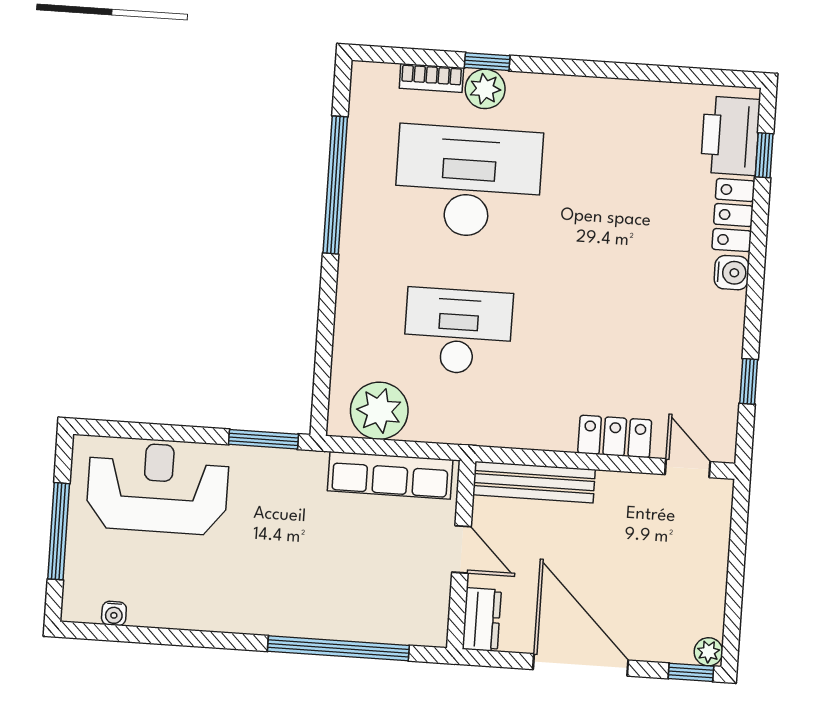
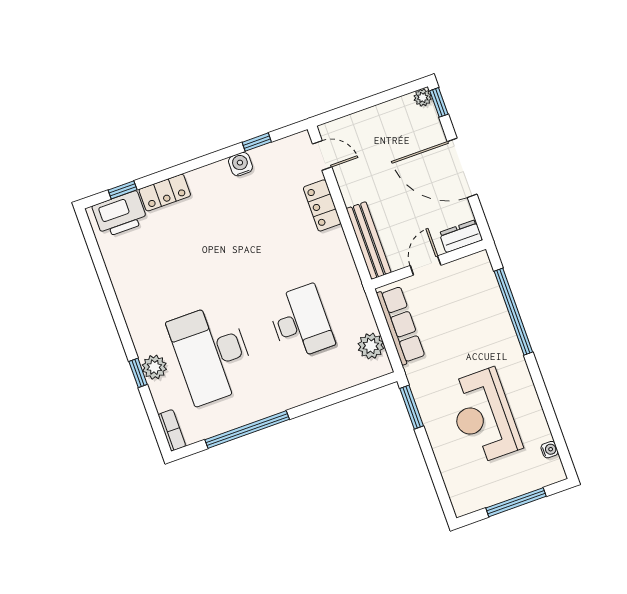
bookcase: (431, 78) -> (172, 430), moved
water cooler: (732, 273) -> (240, 164), moved
desk: (458, 331) -> (301, 322), turned 180
plant: (379, 411) -> (371, 346), width x0.73, depth x0.73
door: (688, 468) -> (322, 155), swing flipped
reception desk: (158, 488) -> (484, 416), moved
door: (581, 665) -> (462, 168), hinge flipped

